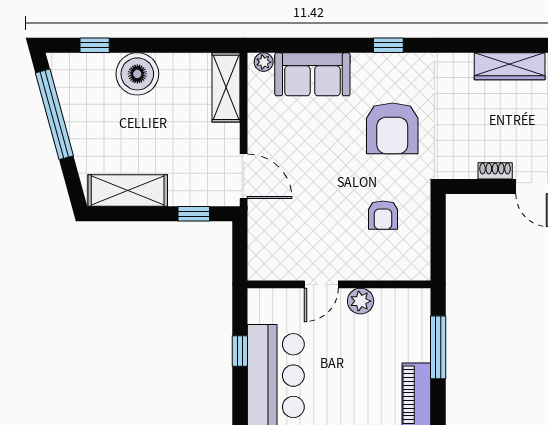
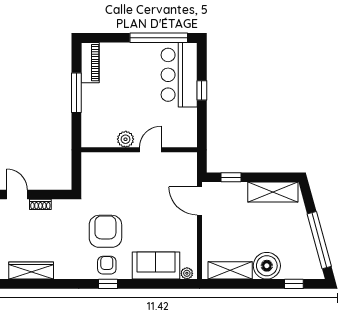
shelving: (226, 87) -> (230, 270), moved, turned 90
armchair: (383, 215) -> (107, 265), moved
door: (321, 284) -> (150, 150), moved
wall: (339, 284) -> (139, 150), moved
plant: (361, 301) -> (126, 139), moved

